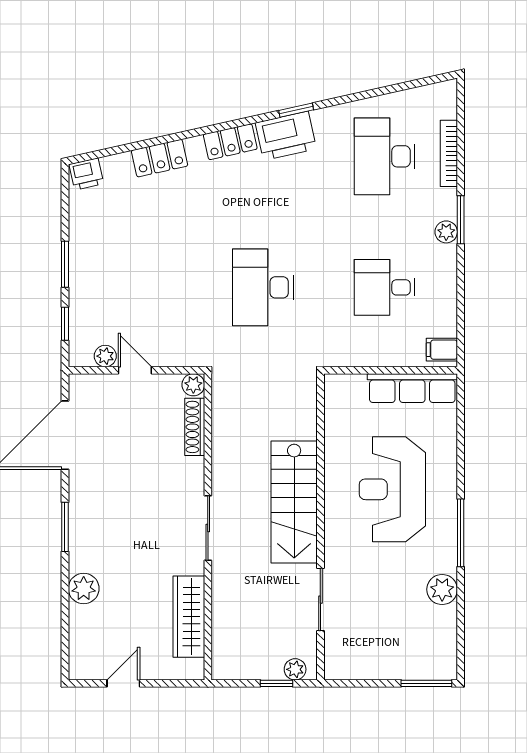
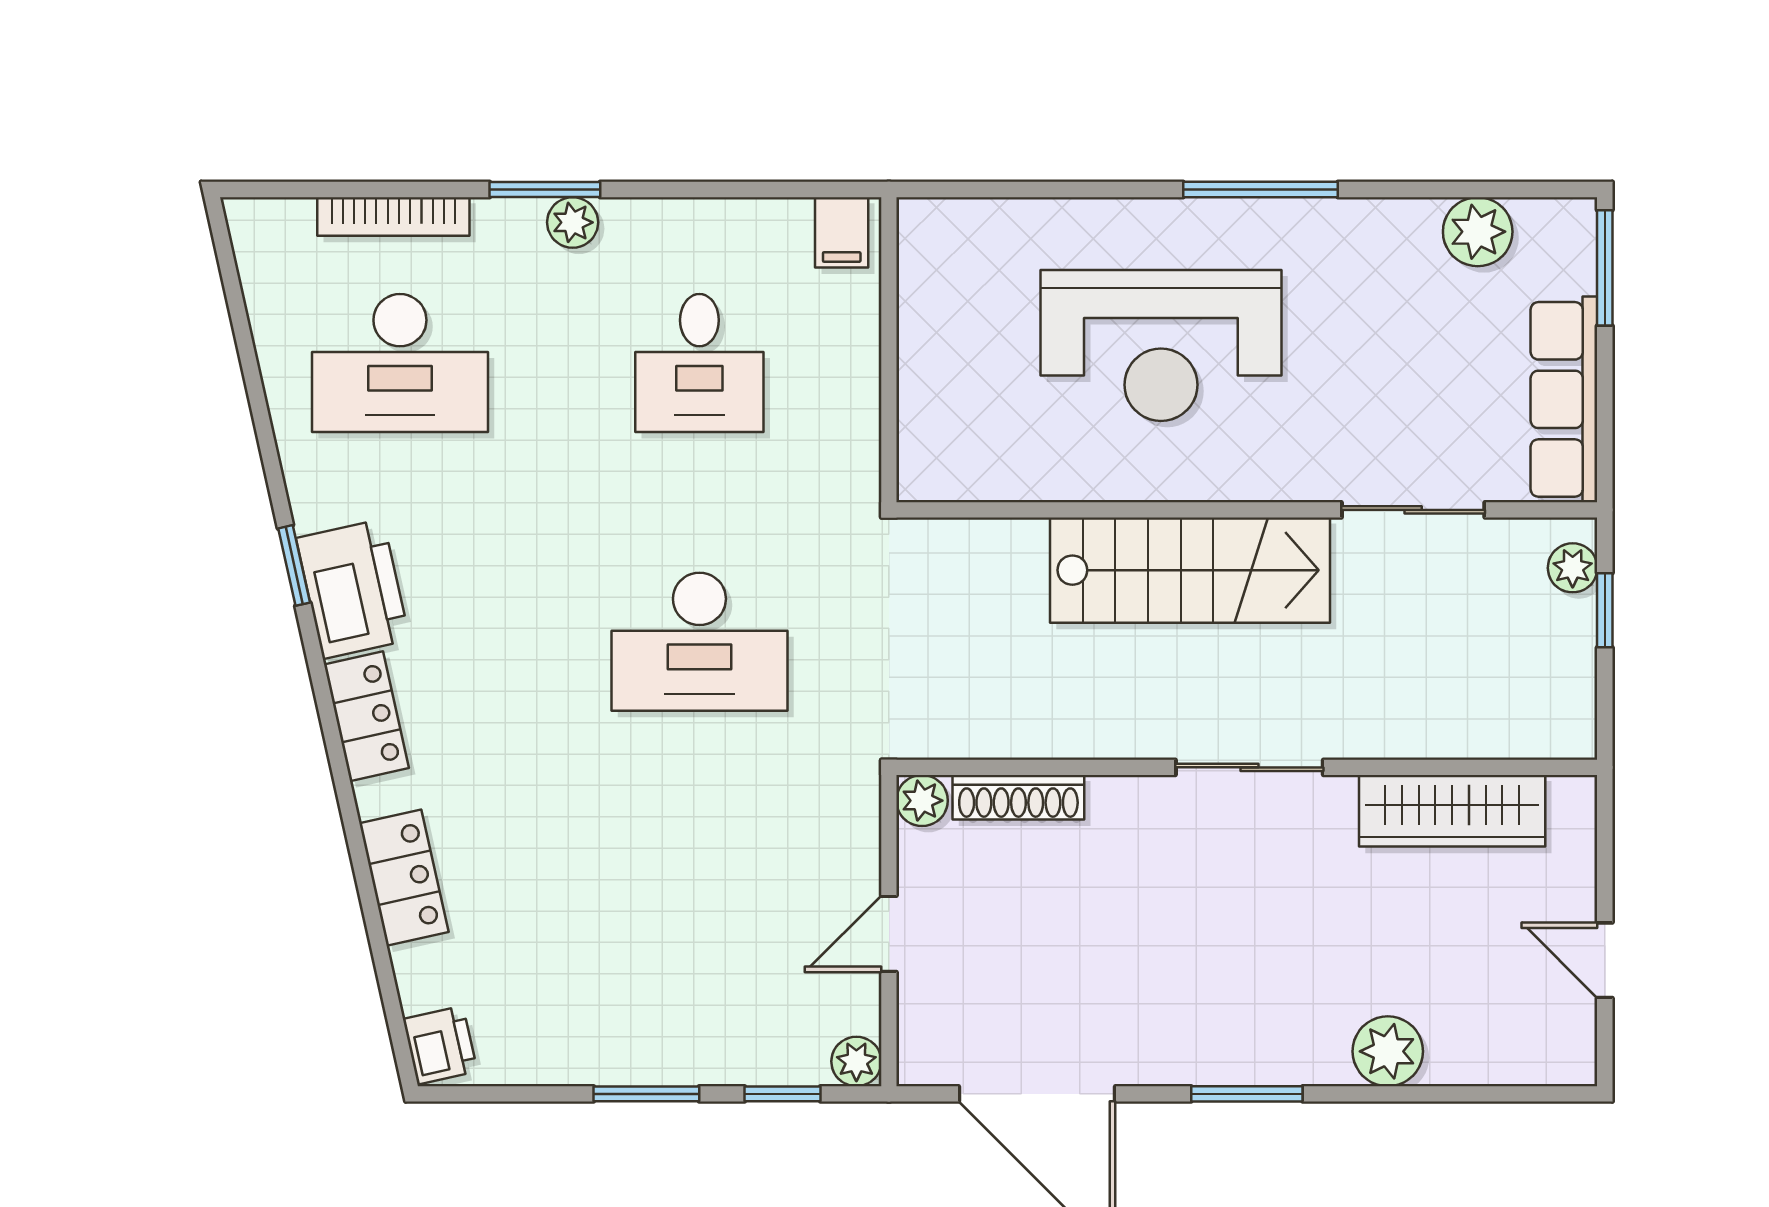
plant: (105, 356) -> (856, 1061), moved
row of seats: (412, 388) -> (1564, 399), moved, turned 180
plant: (442, 589) -> (1478, 232), moved

